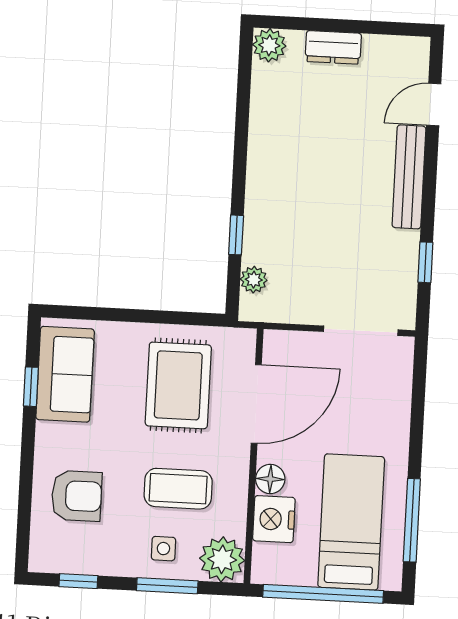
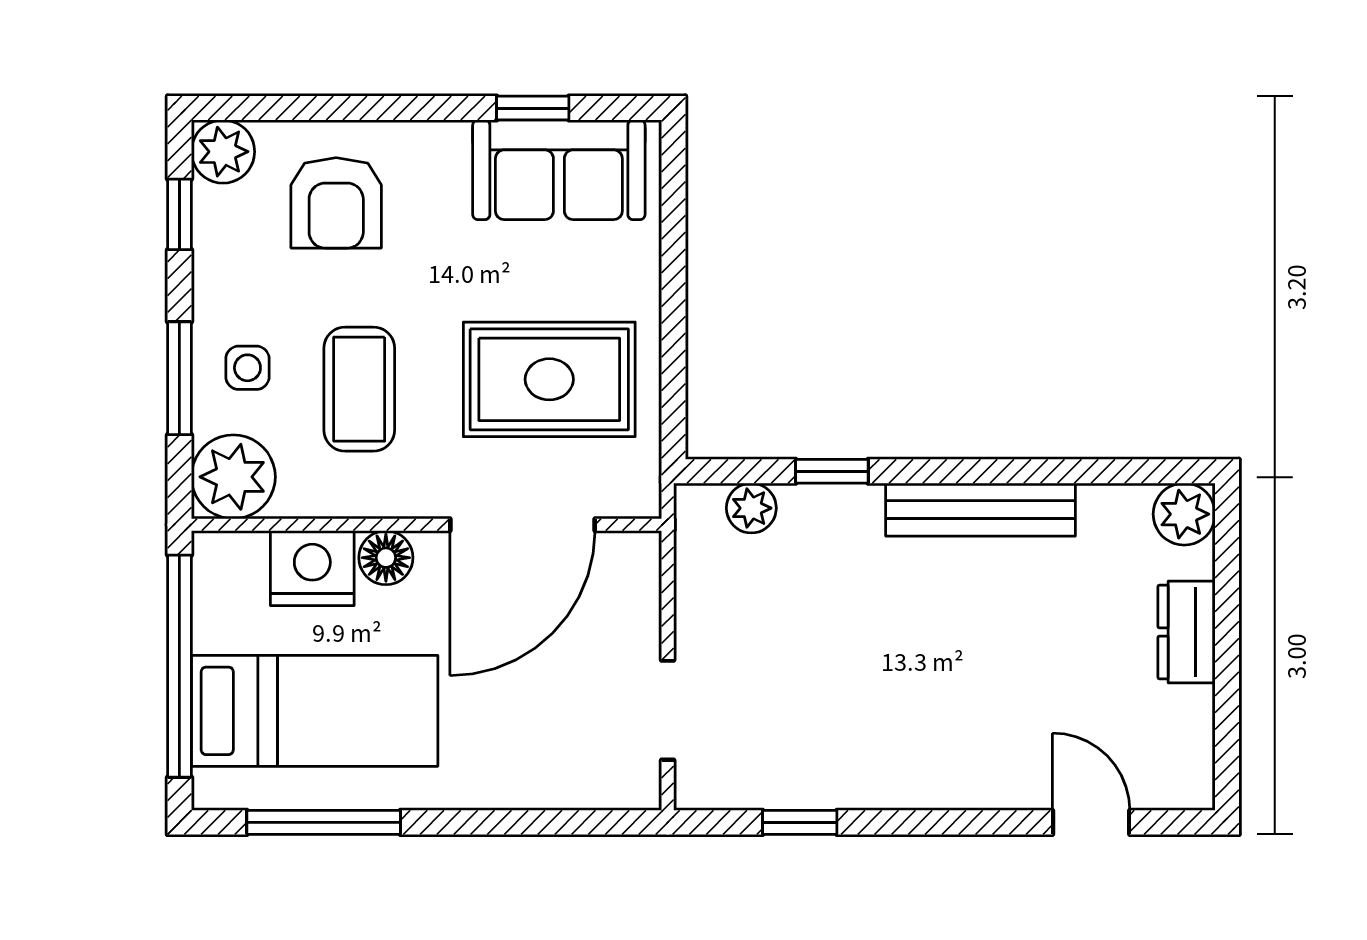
bench: (409, 177) -> (981, 510), moved
doorway: (361, 331) -> (668, 710), width x0.73
door: (256, 404) -> (523, 525), hinge flipped
plant: (46, 556) -> (223, 152), added

